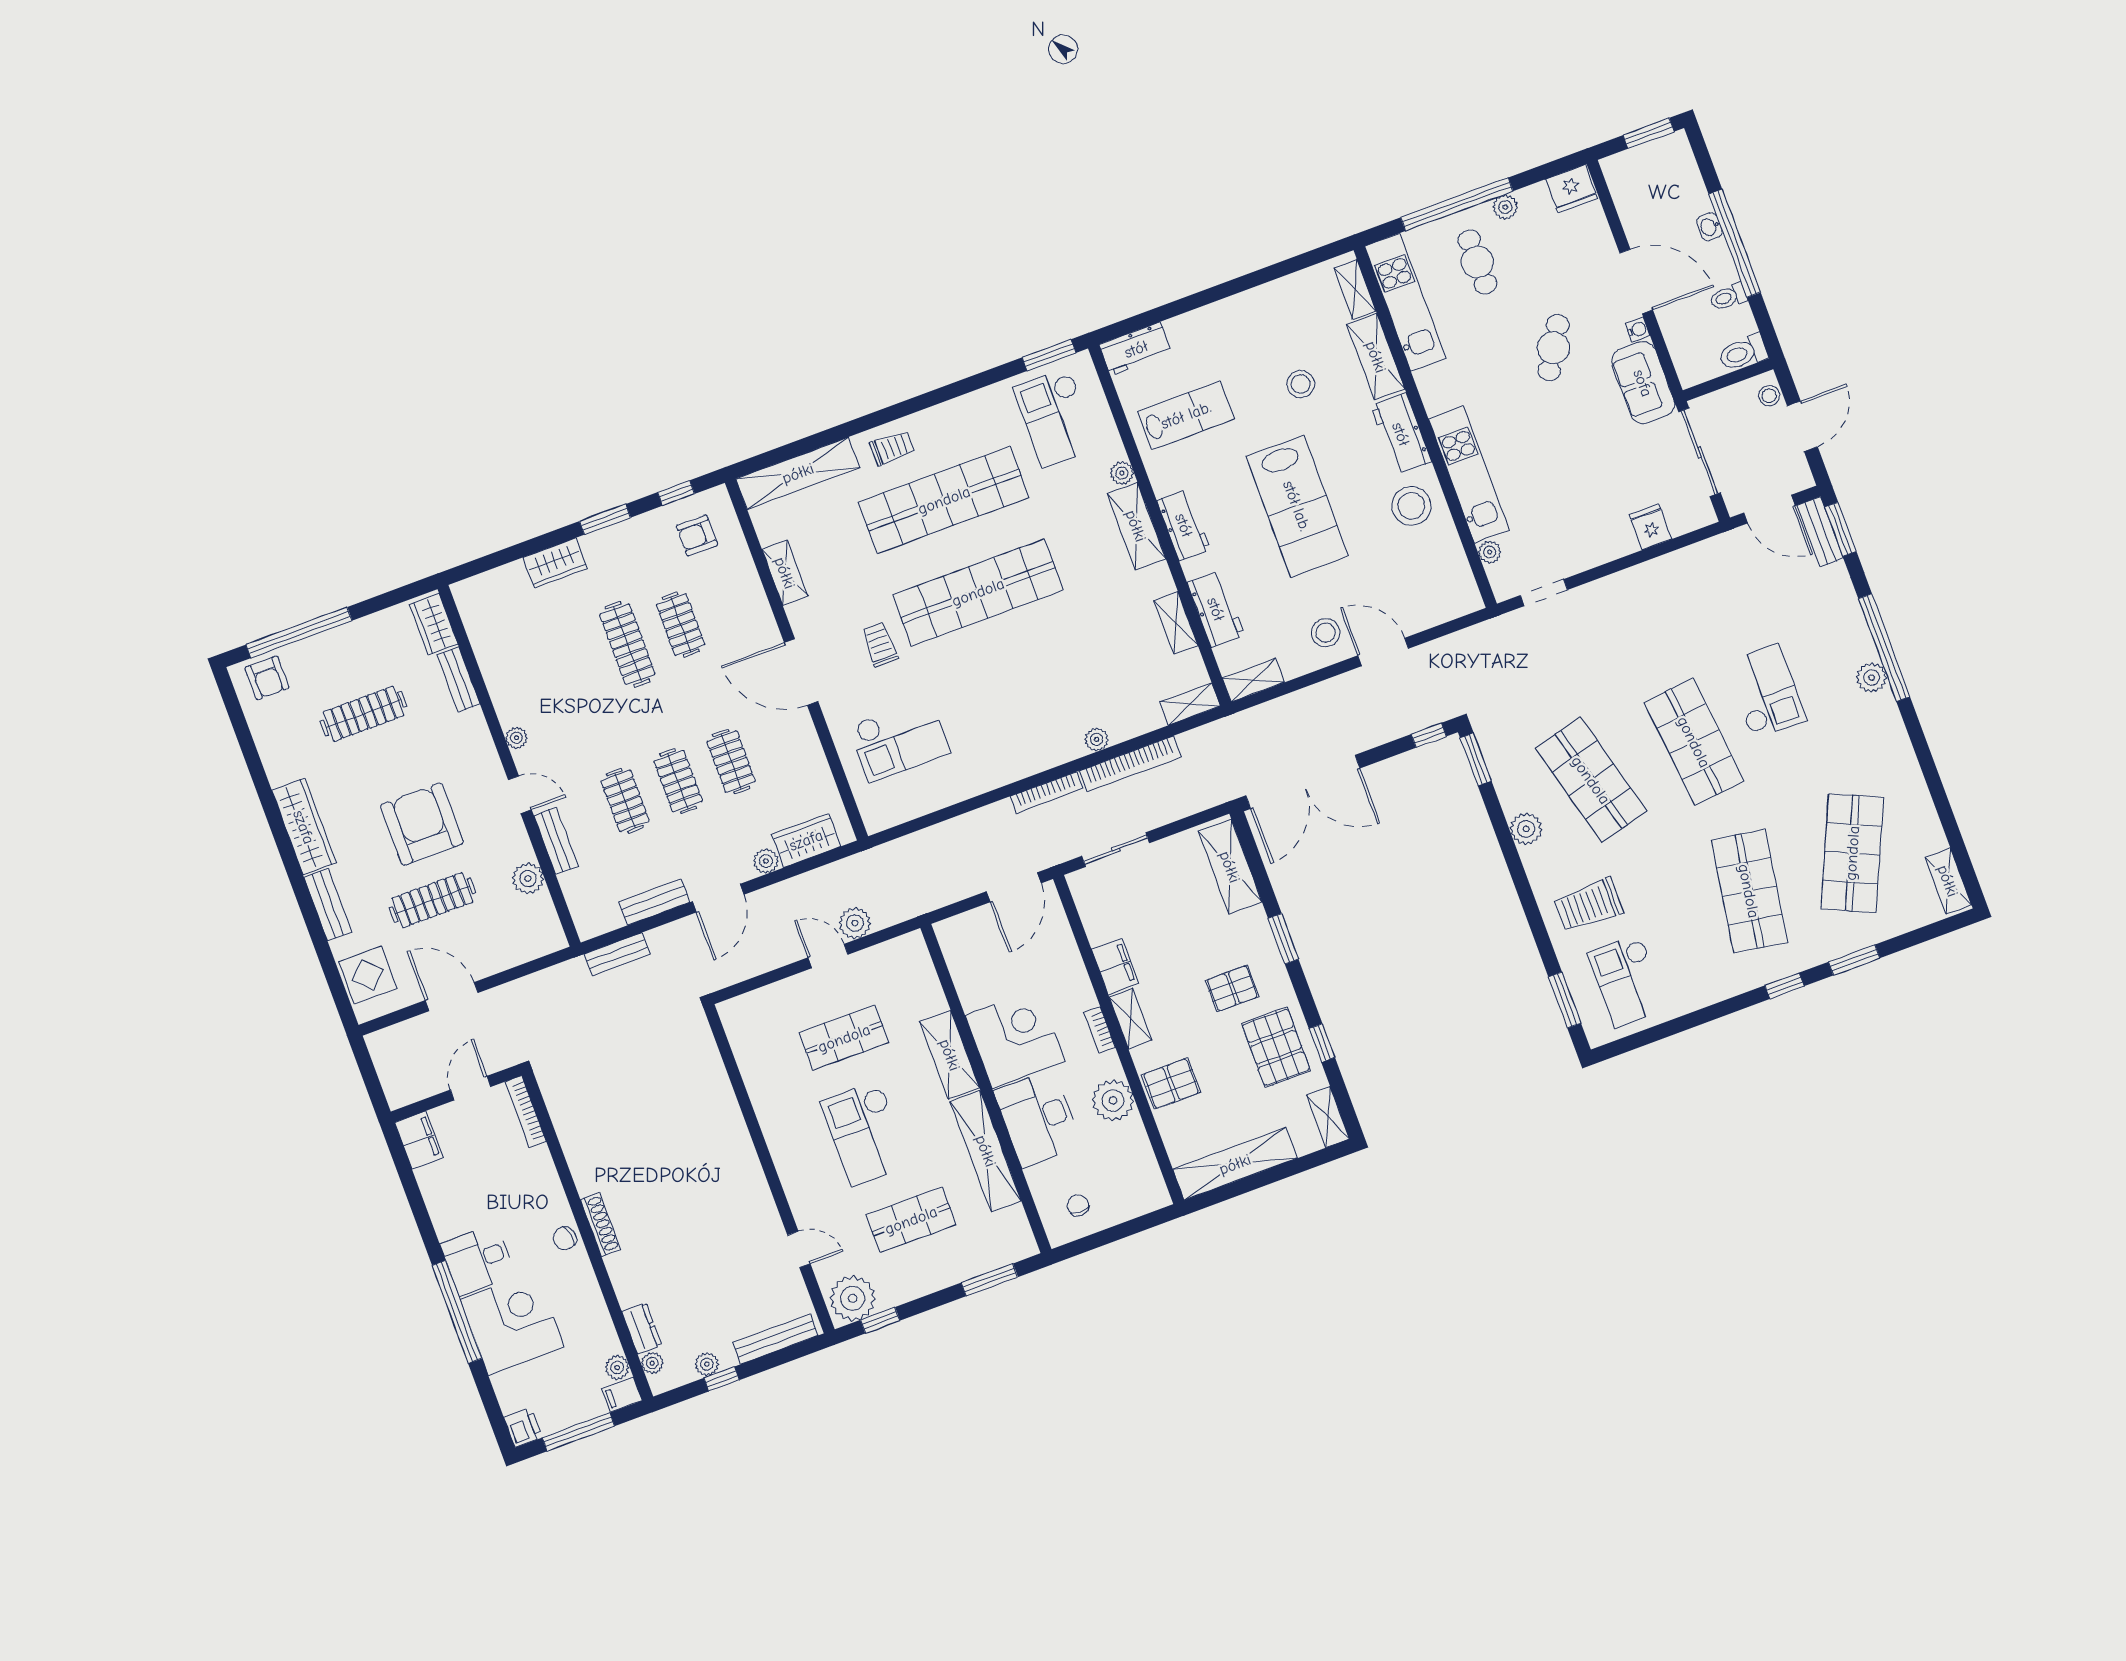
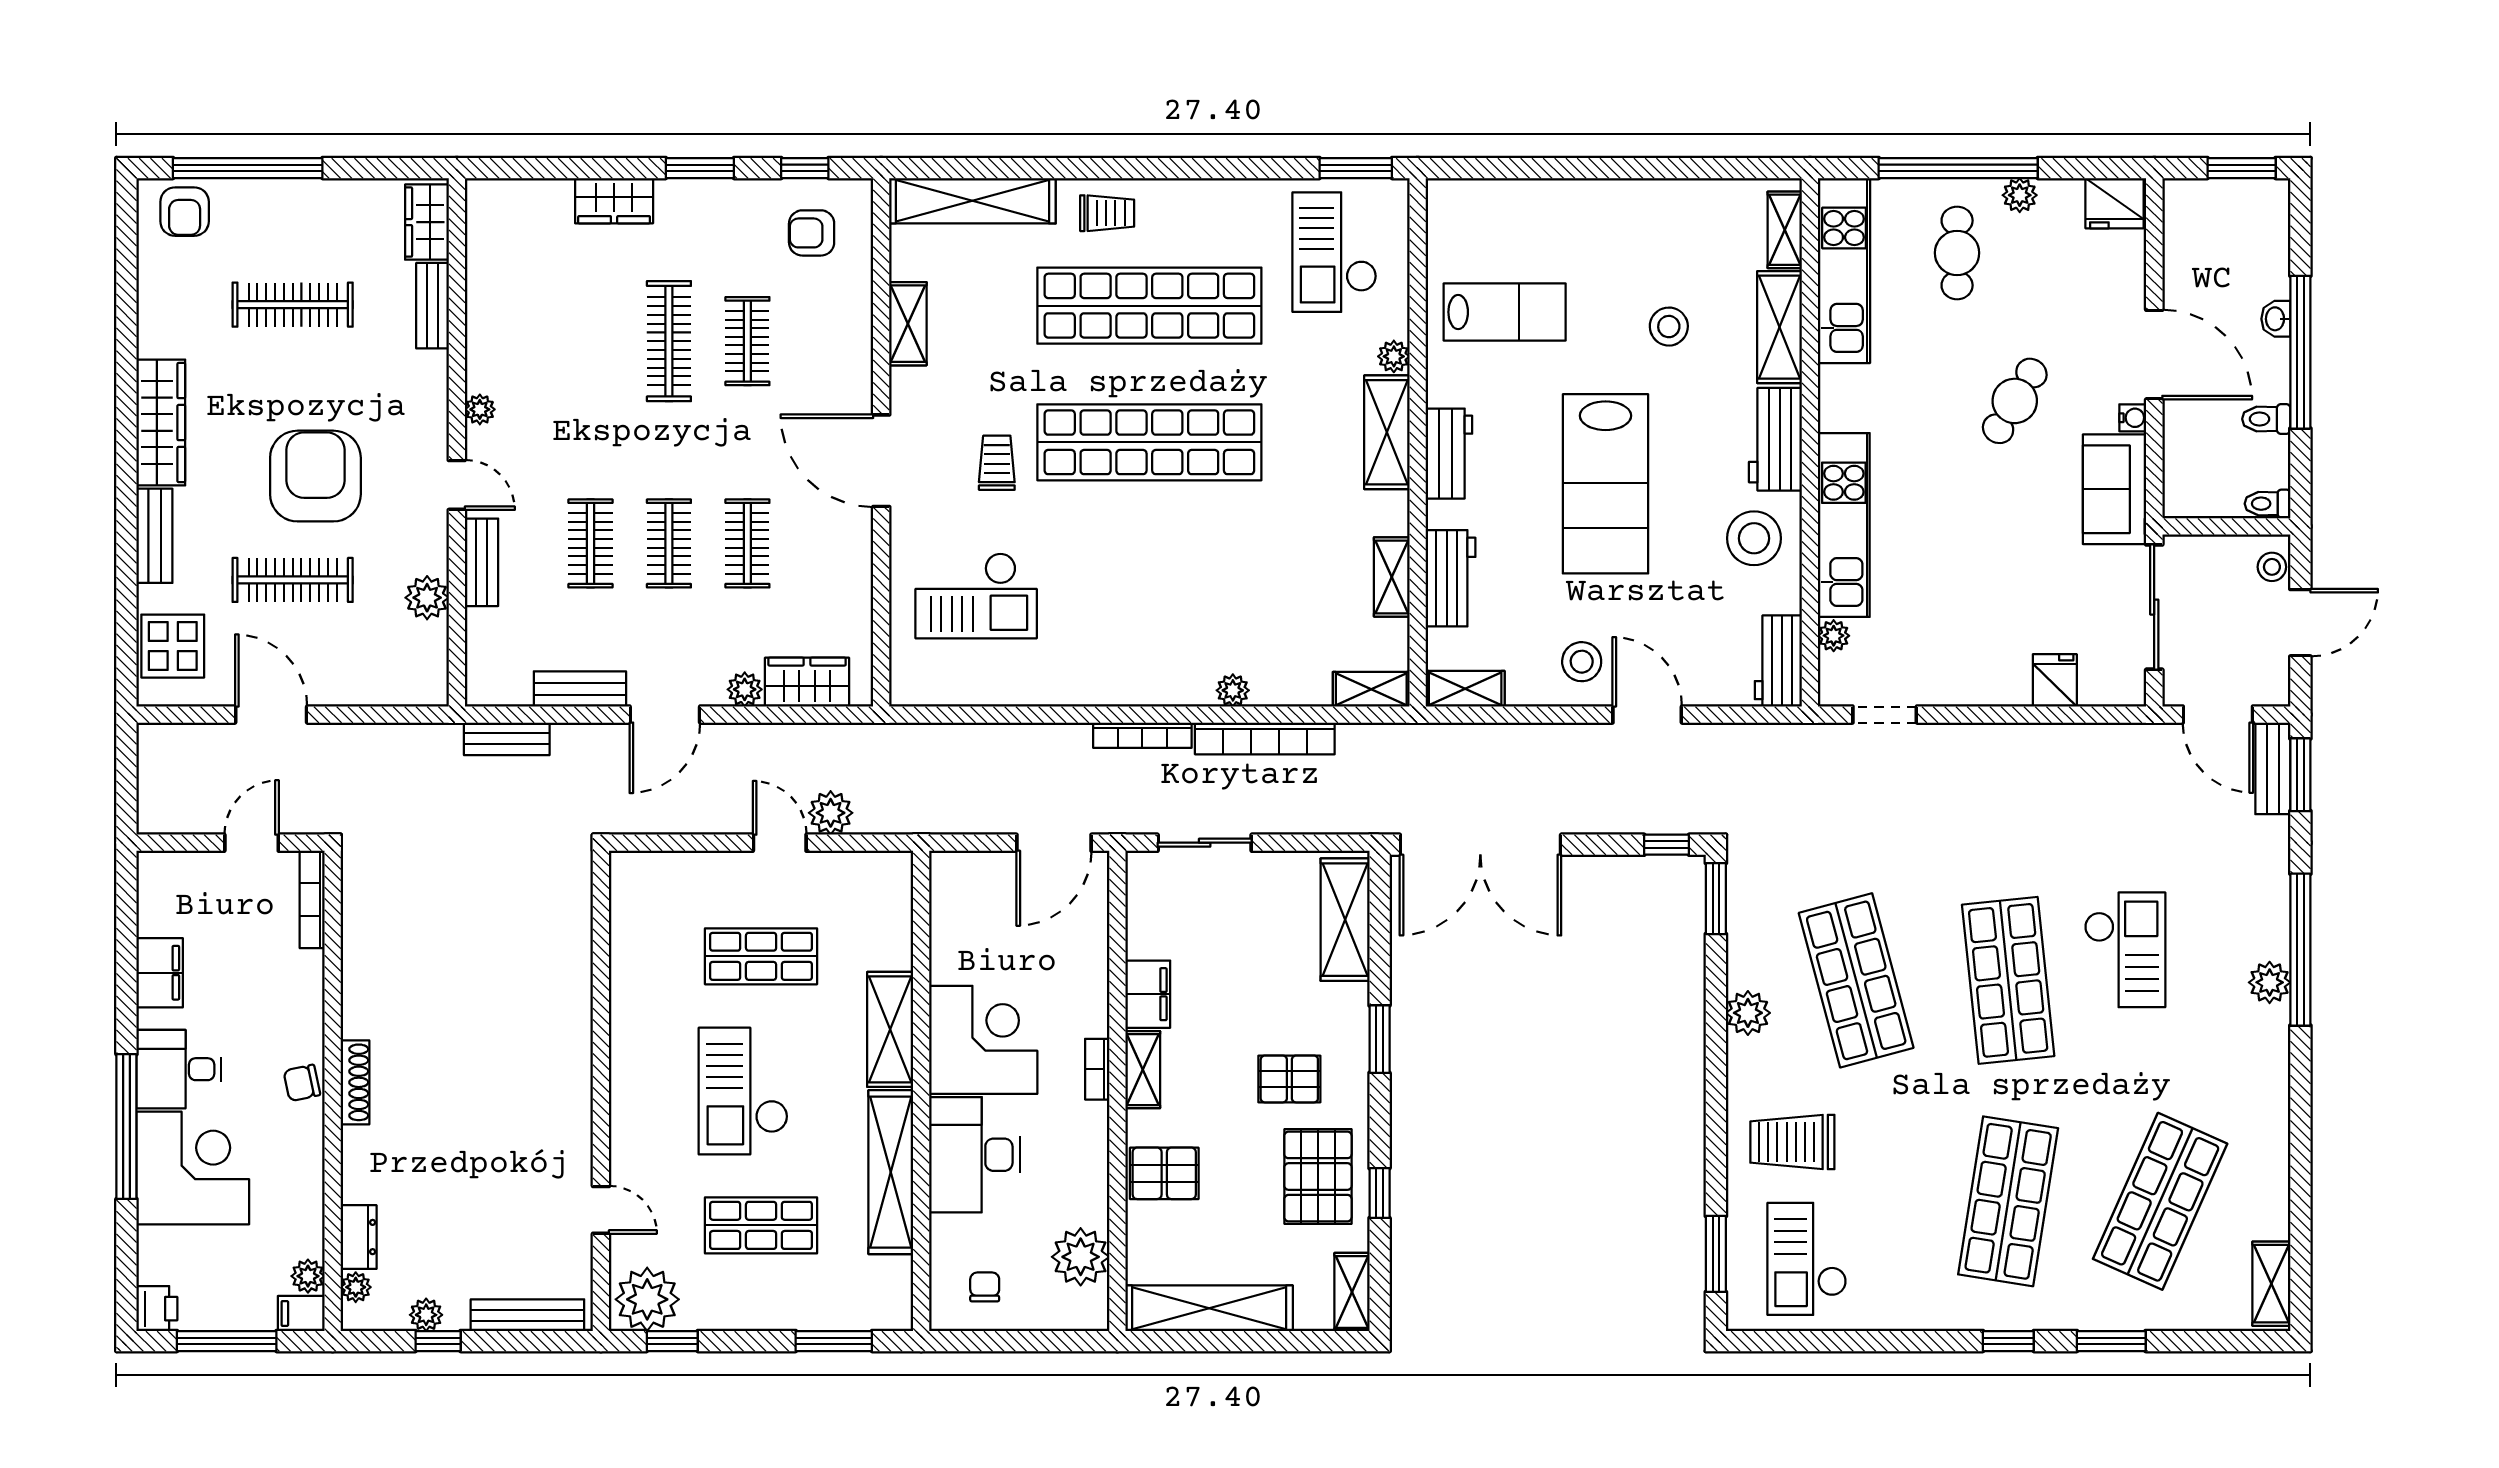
workbench: (1136, 349) -> (1778, 661), moved, turned 90
toilet: (1743, 353) -> (2268, 504), width x0.73, depth x0.72
plant: (1113, 1100) -> (1081, 1257), moved
filing cabinet: (419, 1140) -> (160, 973), moved

